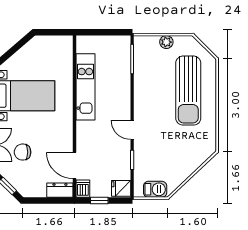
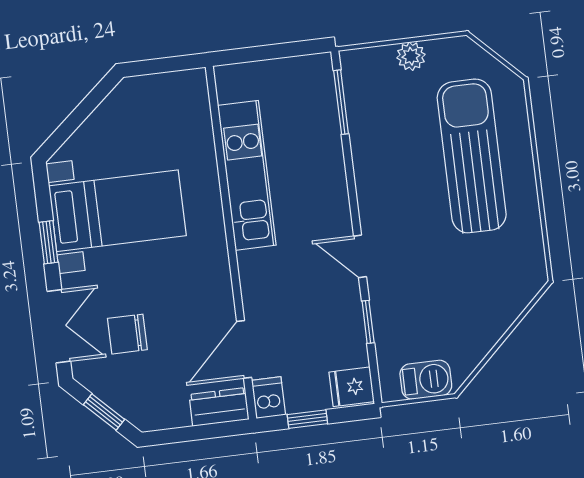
sun lounger: (188, 91) -> (472, 156), turned 180
door: (75, 165) -> (244, 349), hinge flipped

